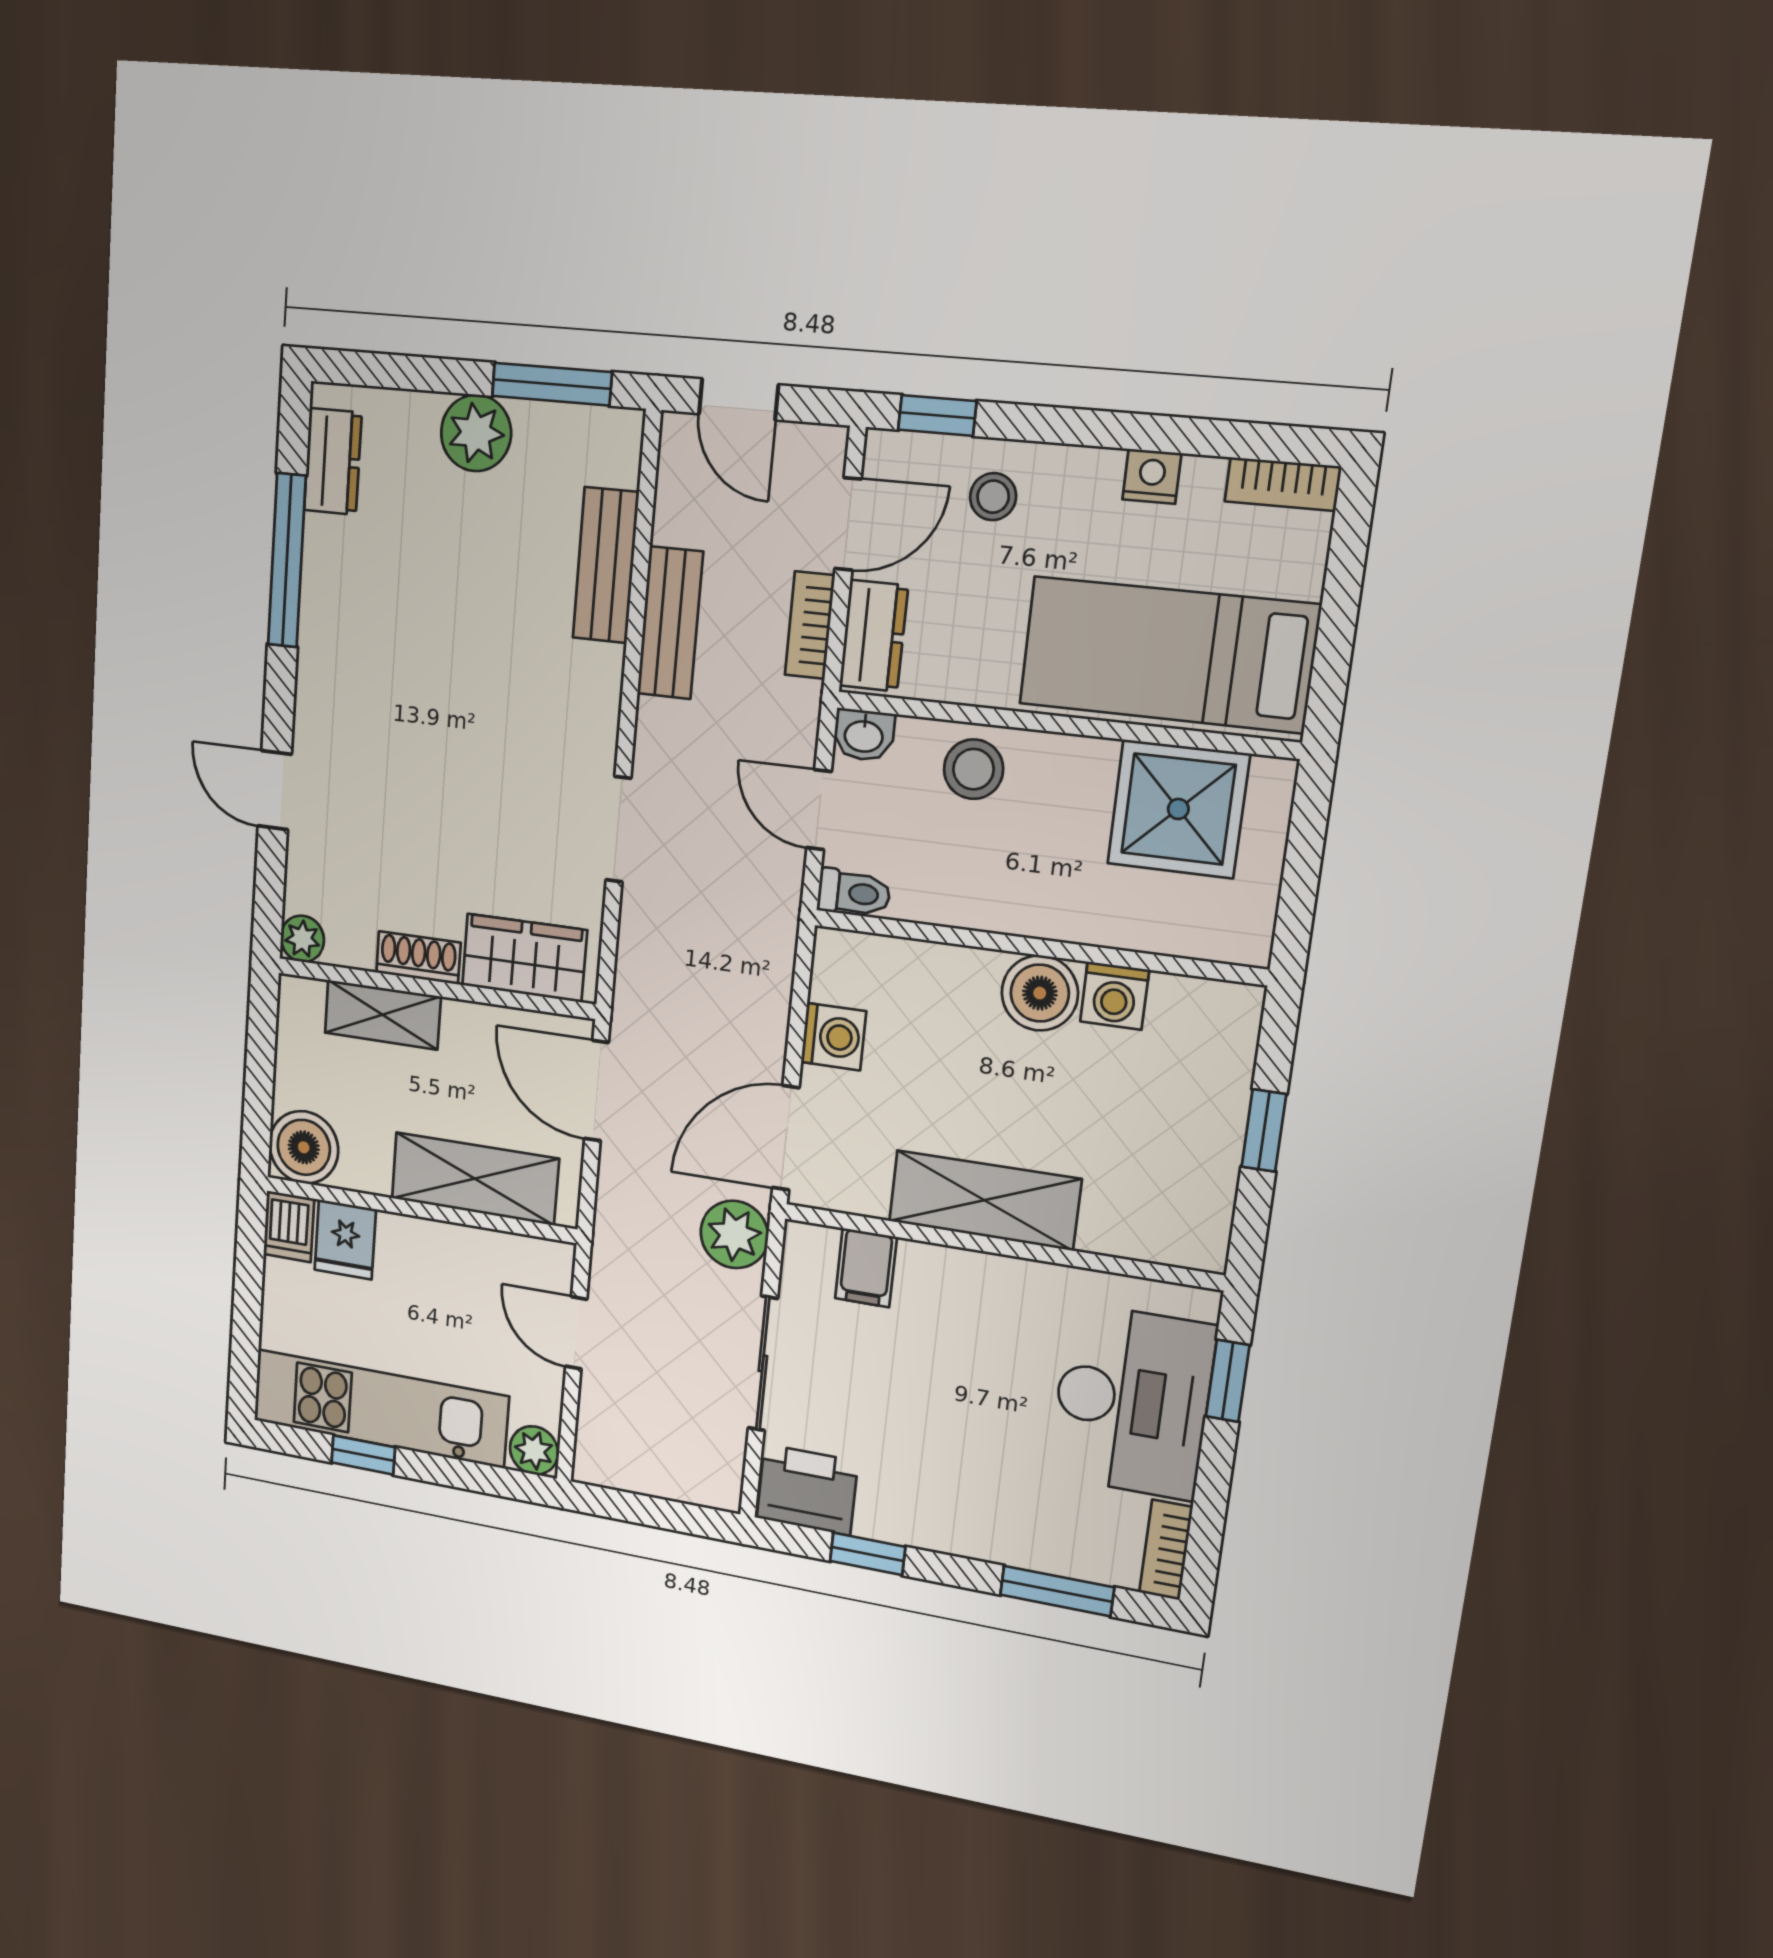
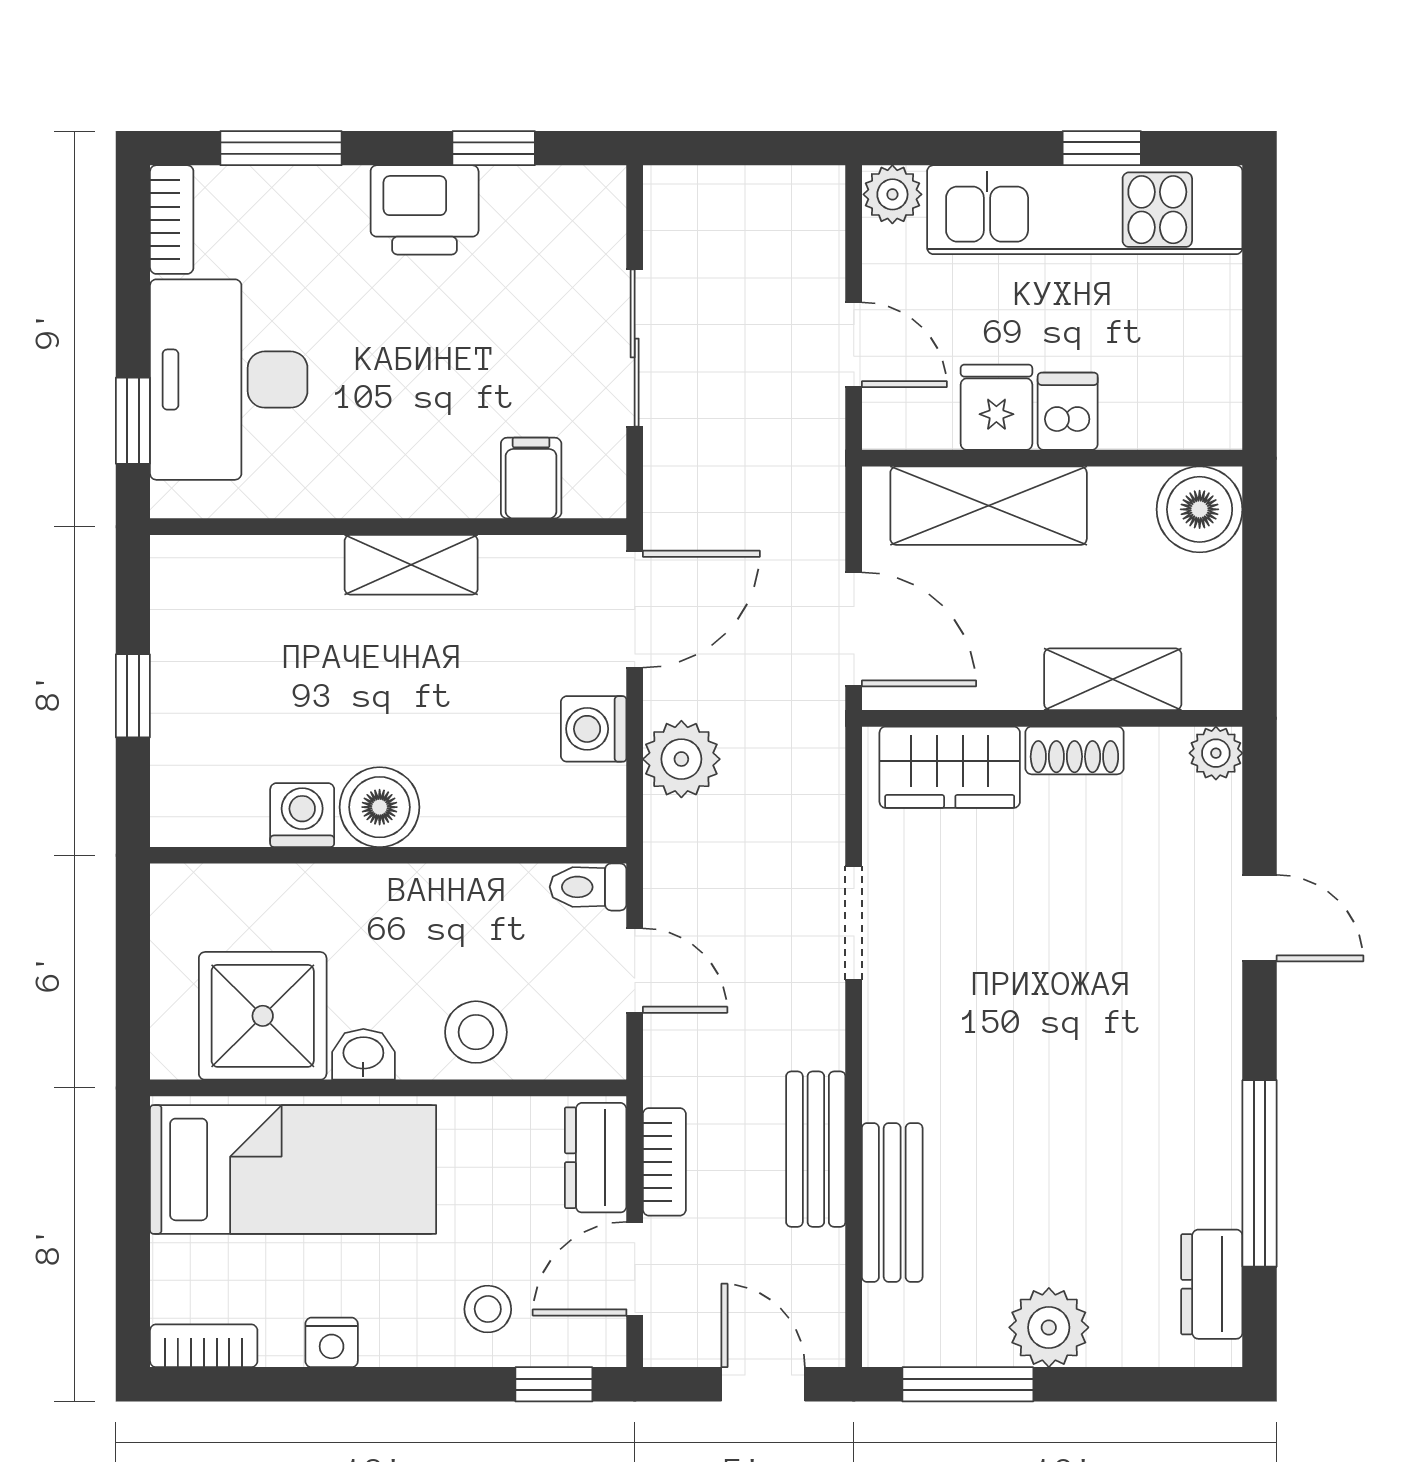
washbasin: (864, 735) -> (363, 1054), moved
shelving: (985, 1200) -> (411, 565), width x0.67, depth x0.75
dishwasher: (289, 1227) -> (1068, 411), moved
plant: (734, 1234) -> (681, 759), moved
fridge: (345, 1240) -> (996, 407), moved
printer: (807, 1490) -> (425, 210), moved

